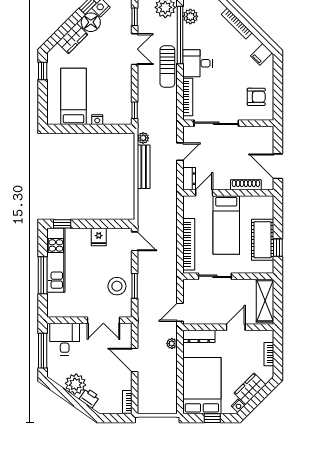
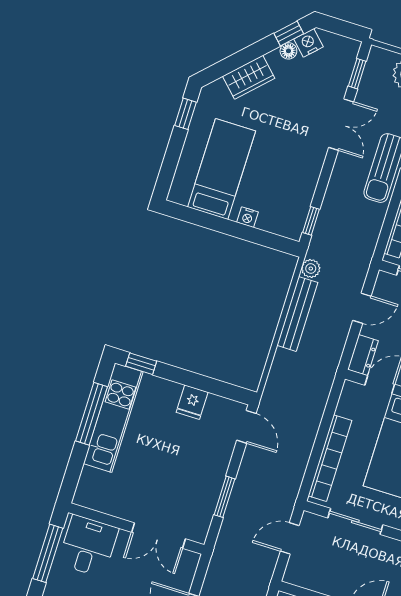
floor lamp: (91, 22) -> (288, 51), width x0.53, depth x0.53
window: (43, 275) -> (92, 414), moved
stool: (117, 286) -> (196, 489), removed
door: (180, 312) -> (290, 538), moved

